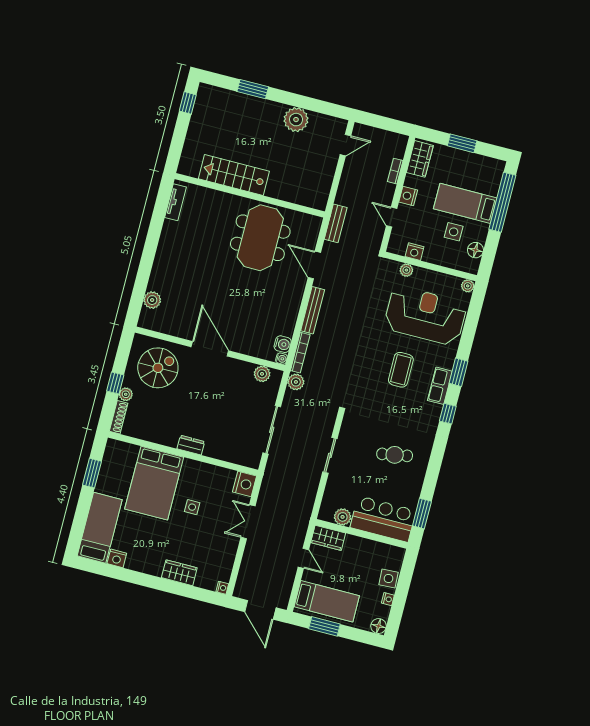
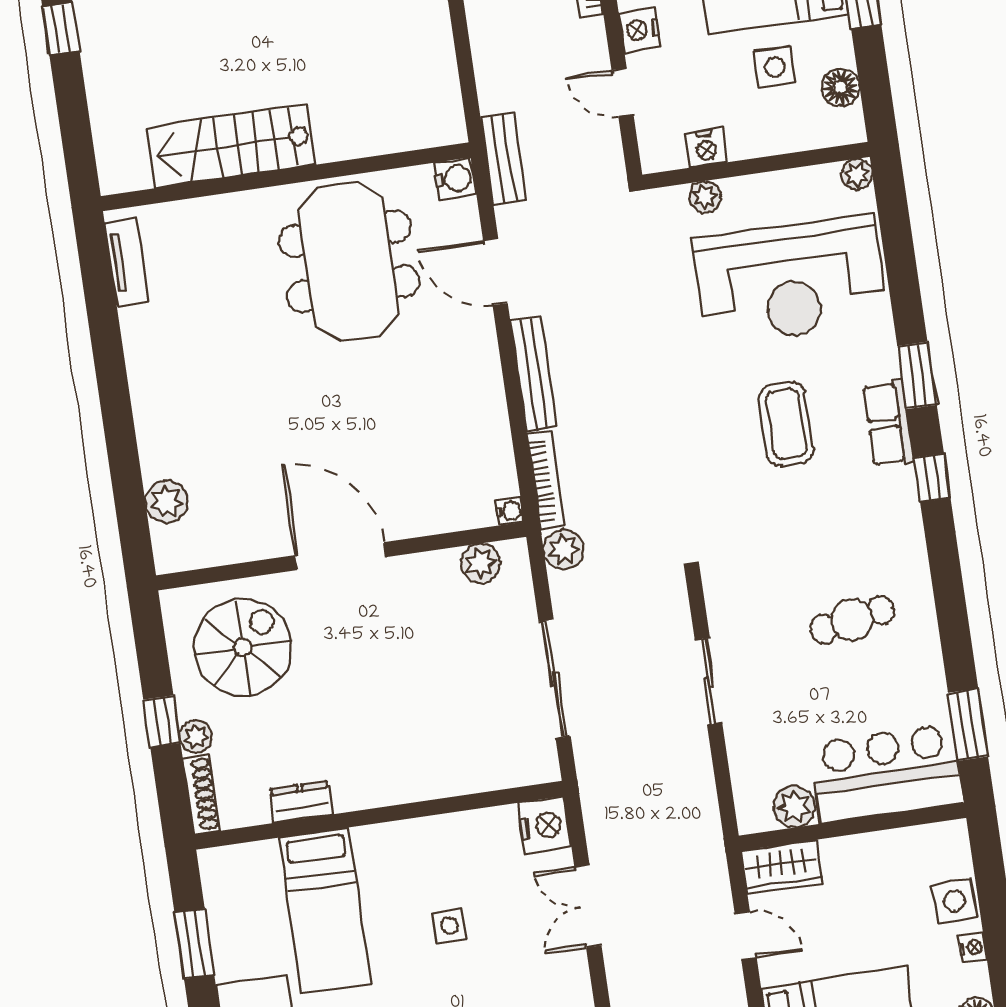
reception desk: (425, 316) -> (790, 280), turned 180
water cooler: (283, 344) -> (455, 179), moved
dresser: (191, 445) -> (301, 802), moved
bed: (154, 483) -> (325, 910), width x0.67

